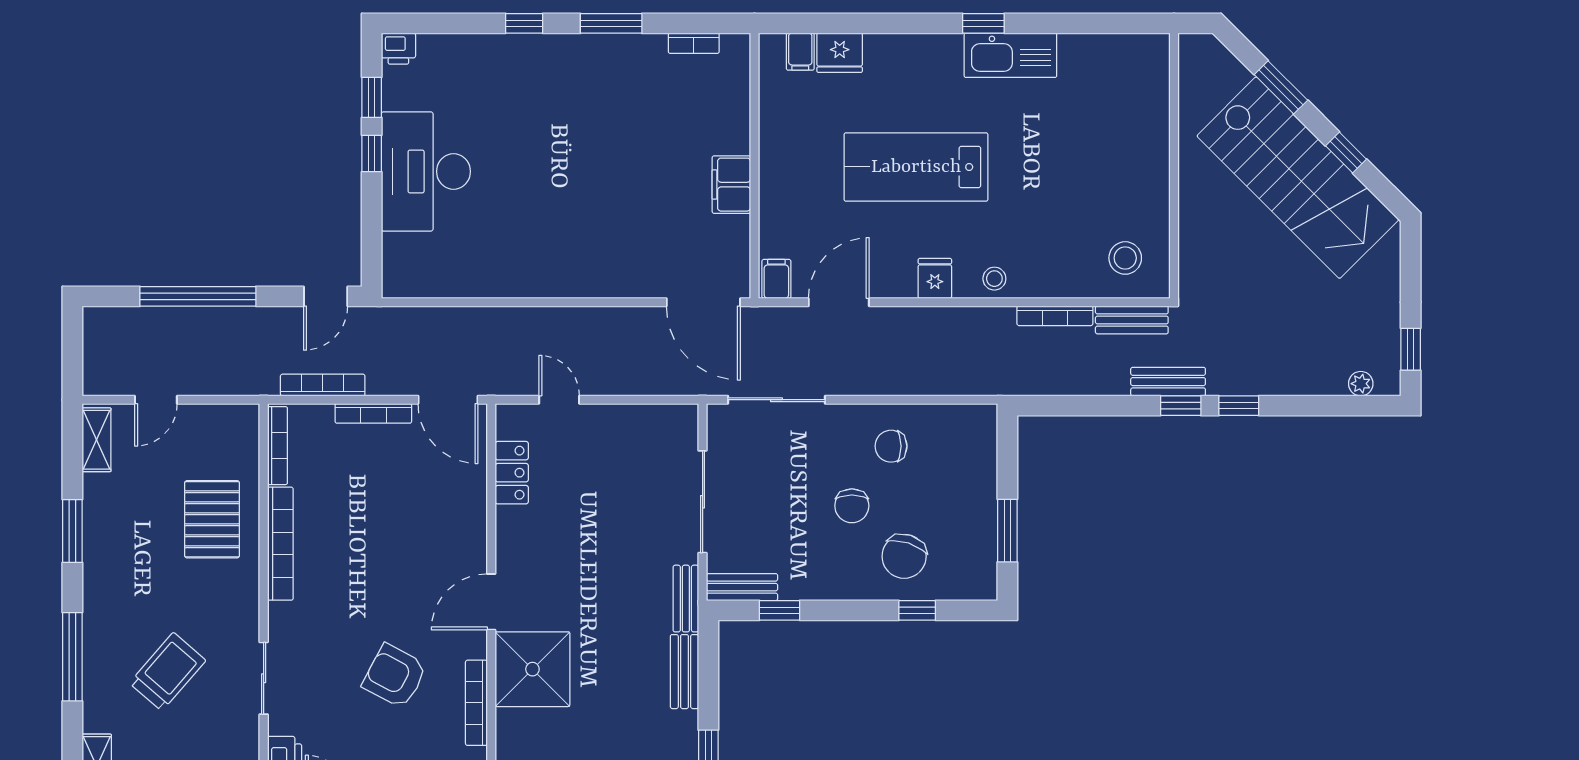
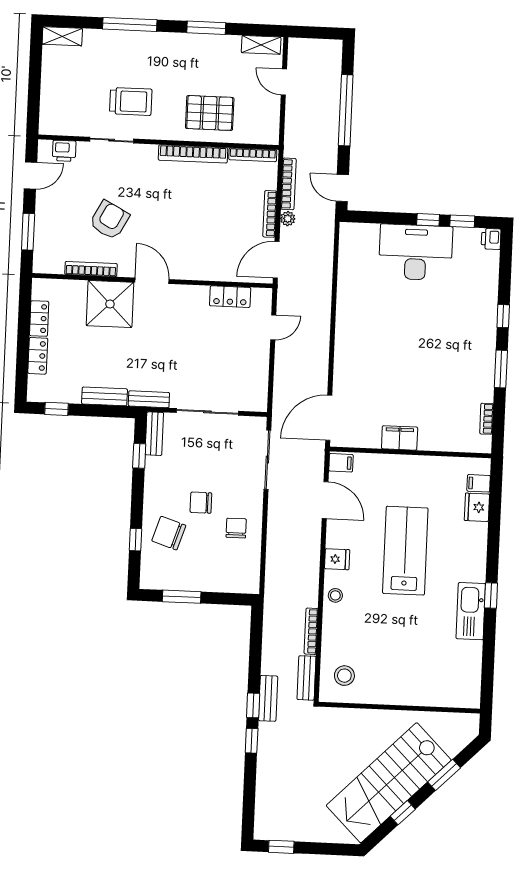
plant: (1361, 384) -> (288, 219), moved
trolley: (168, 672) -> (131, 101), moved, turned -41

